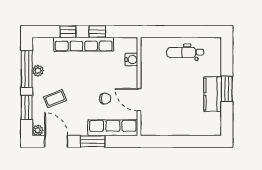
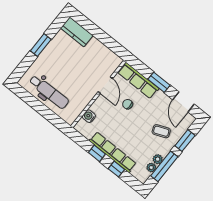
dental chair: (185, 52) -> (49, 92), width x1.36, depth x1.38
kitchen counter: (213, 94) -> (77, 32), moved, turned 90
plant: (38, 130) -> (151, 168), moved

